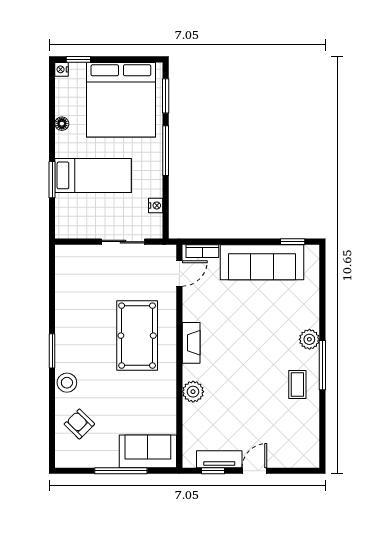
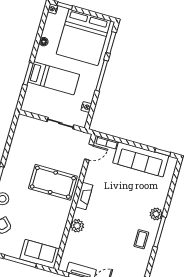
pool table: (137, 336) -> (53, 182), turned 90

